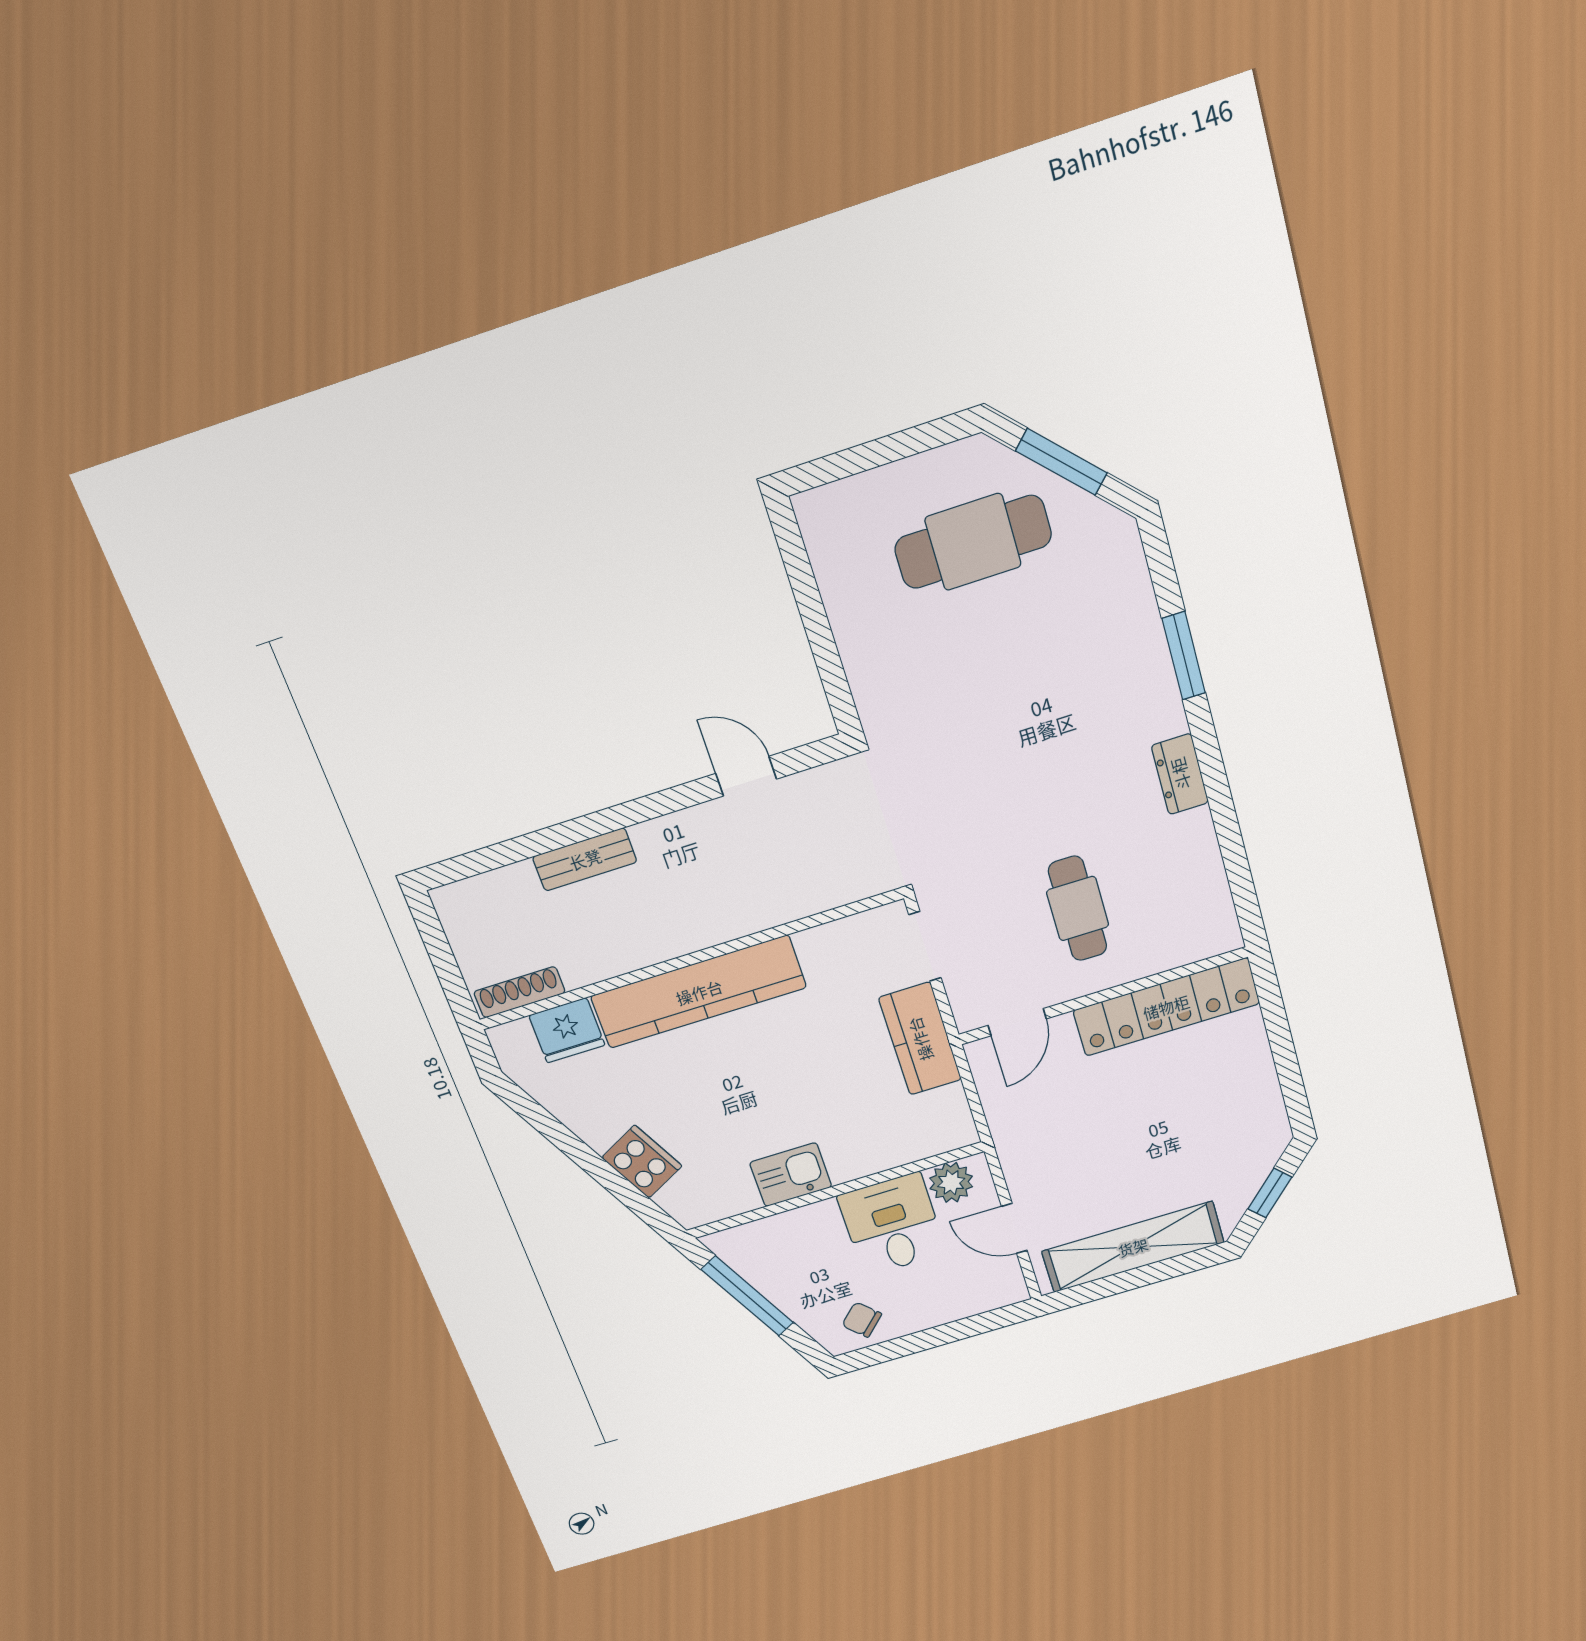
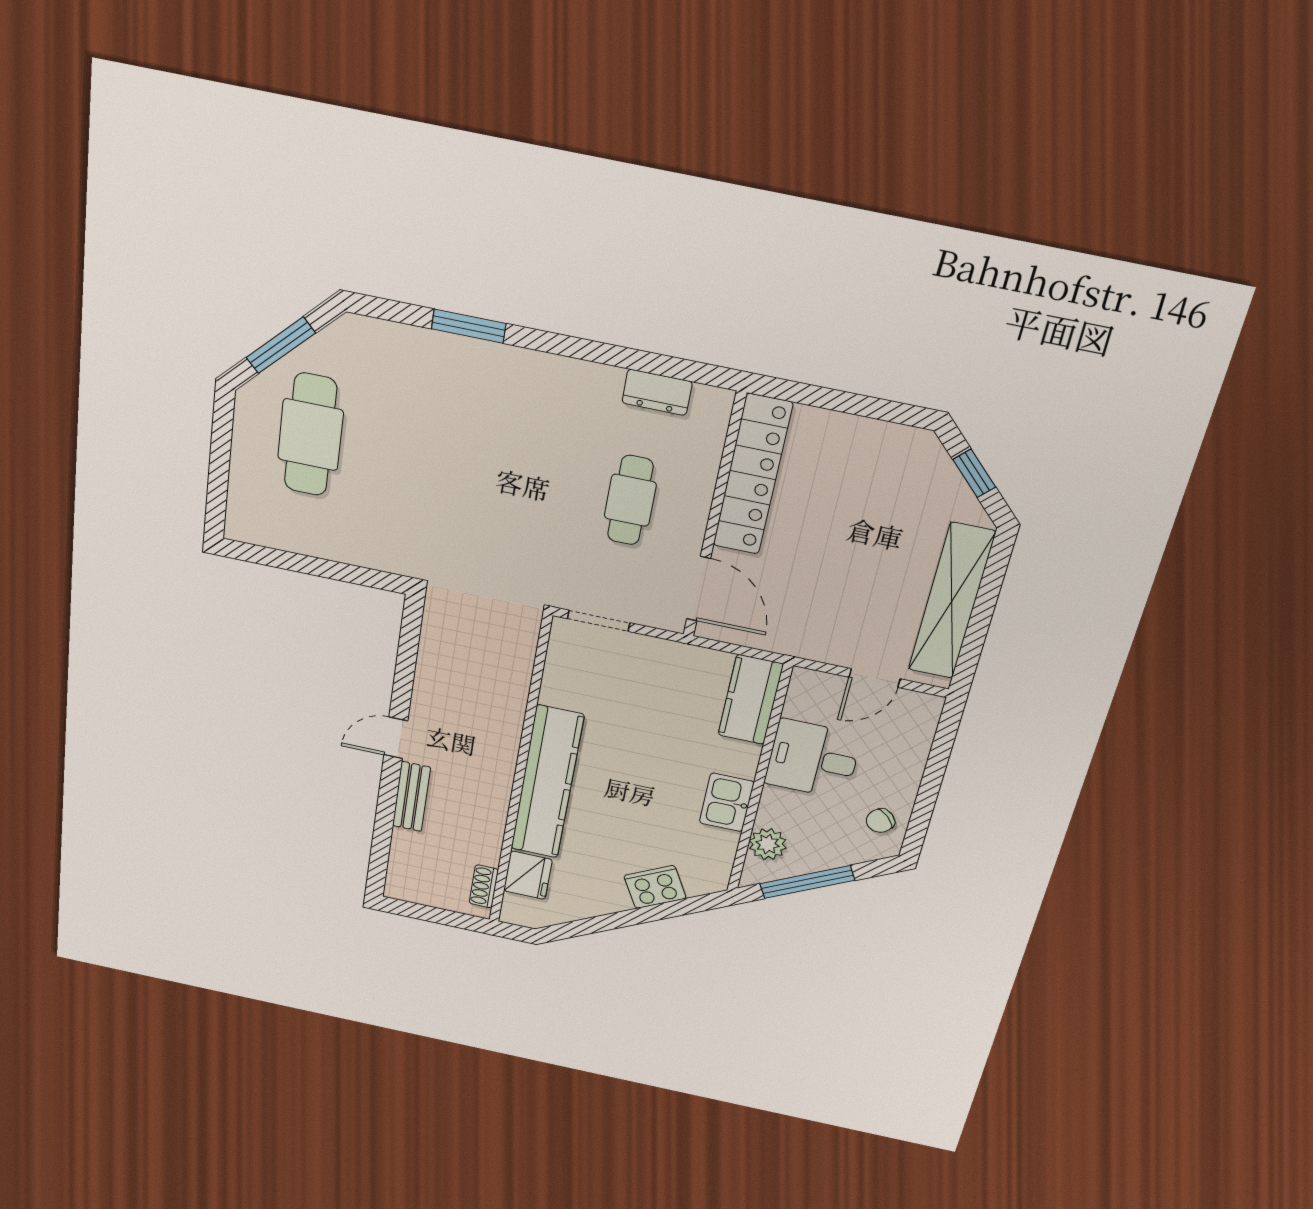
dresser: (1180, 774) -> (657, 392), moved
door: (746, 776) -> (396, 738), moved
cafe table: (1078, 909) -> (630, 500), turned 90
shoe rack: (519, 992) -> (484, 886), width x0.70
door: (1017, 1022) -> (699, 589), width x1.38
kitchen counter: (920, 1039) -> (750, 700), moved, turned 90
plant: (951, 1182) -> (768, 844), moved

